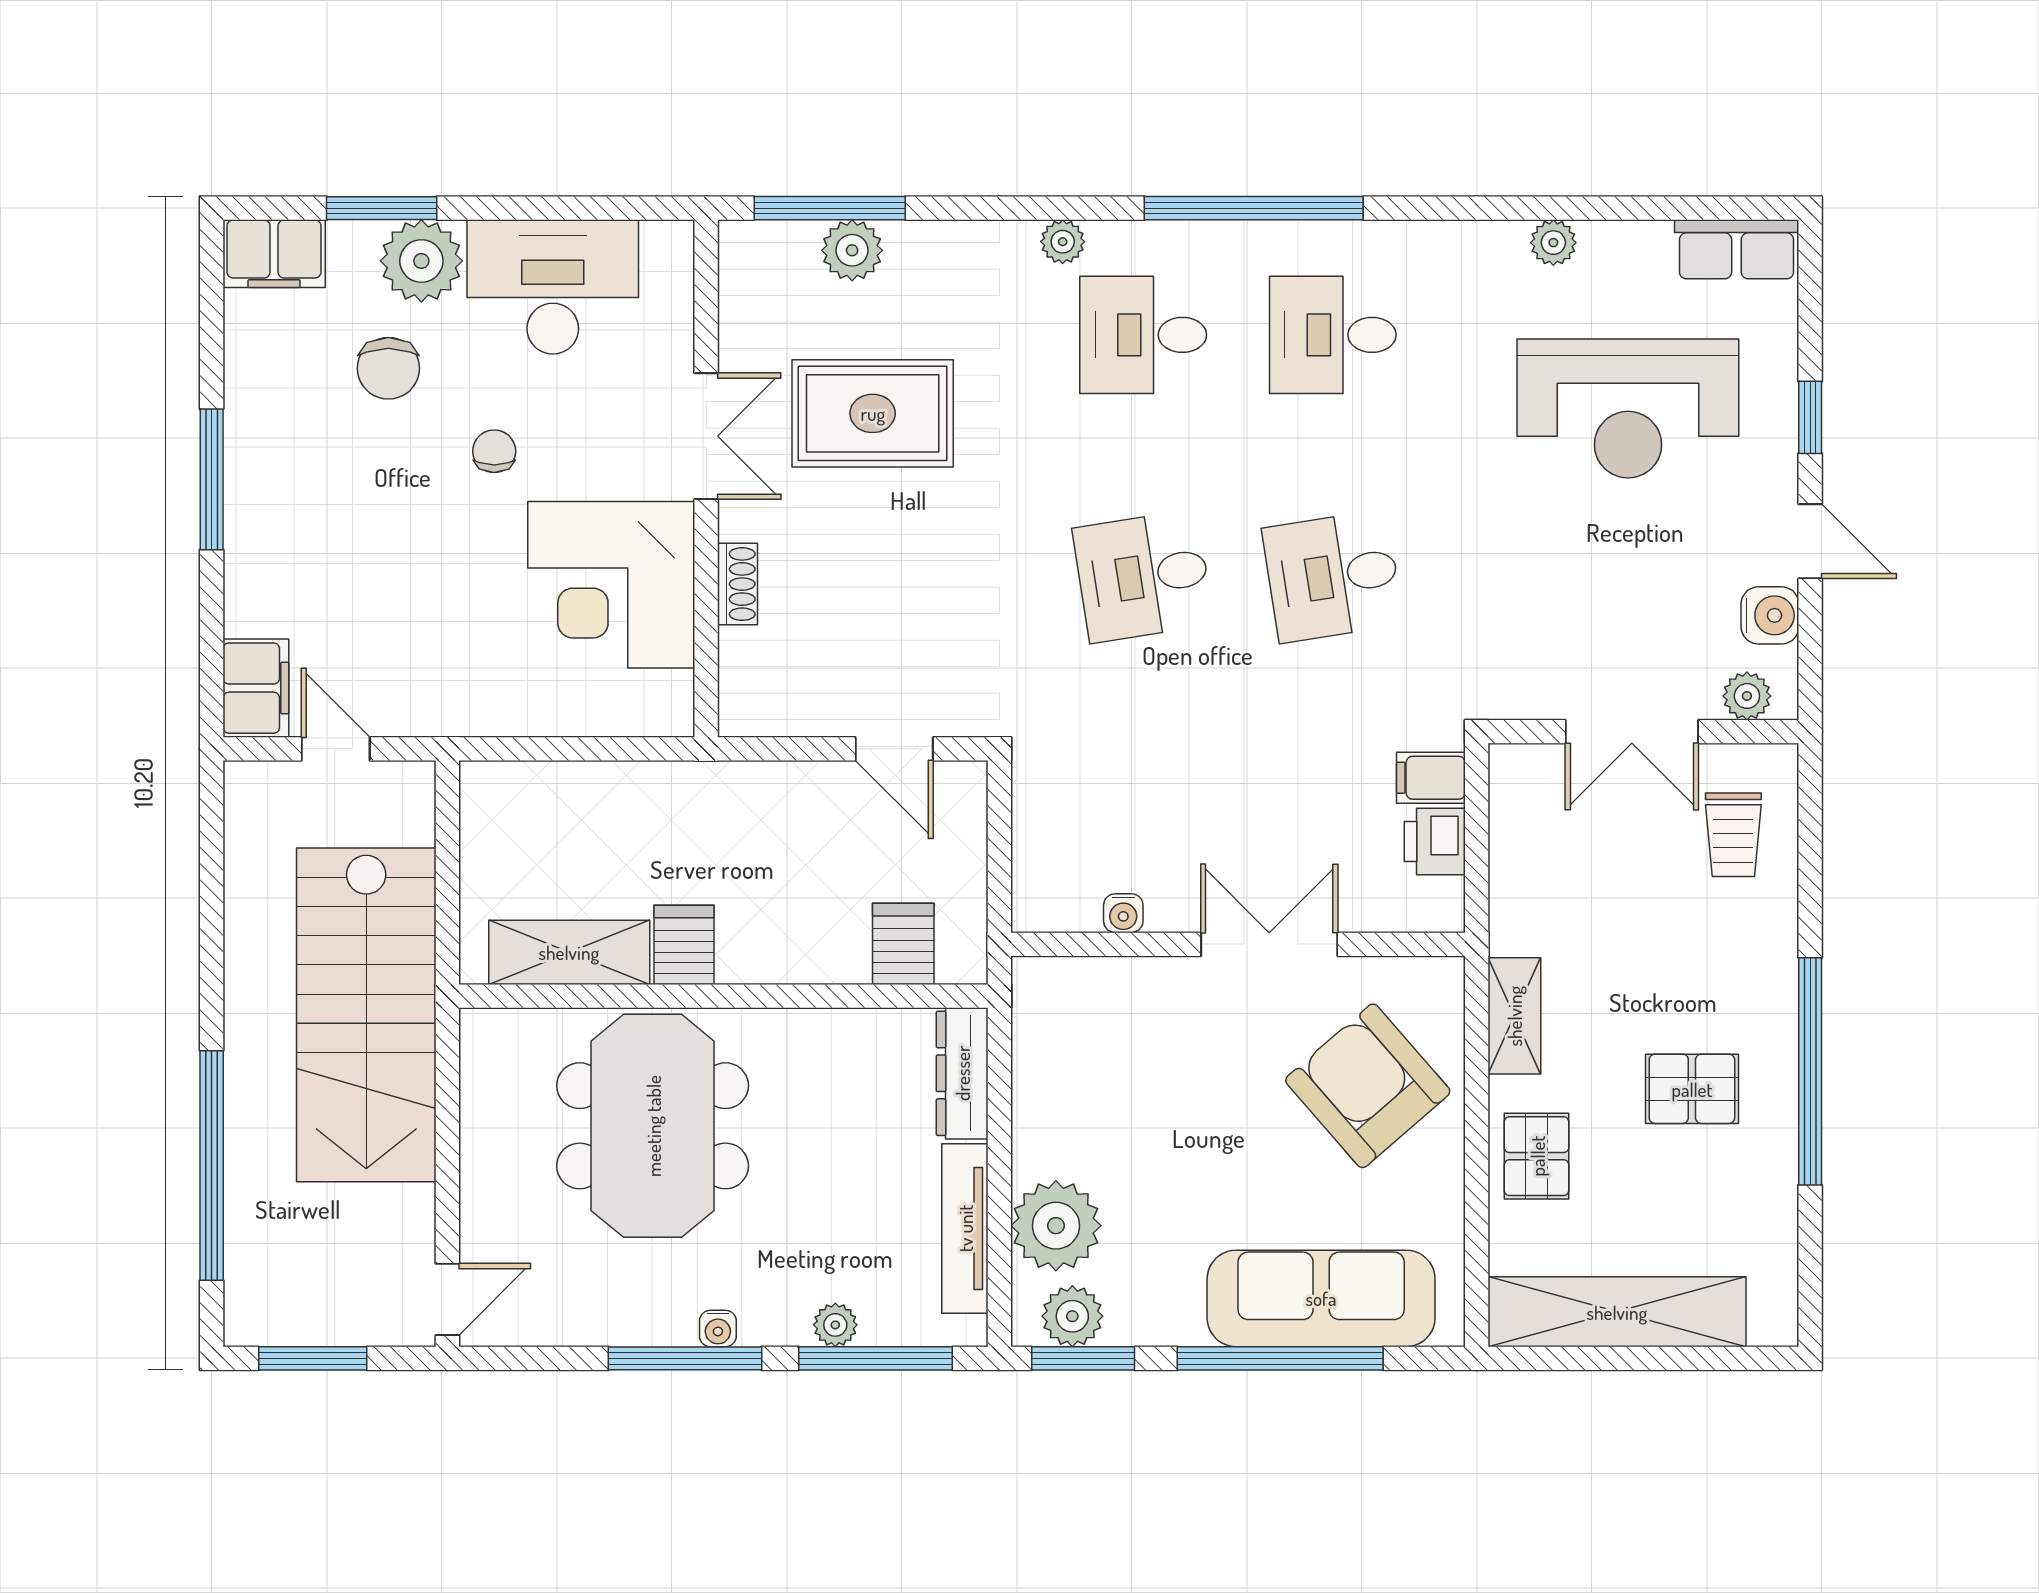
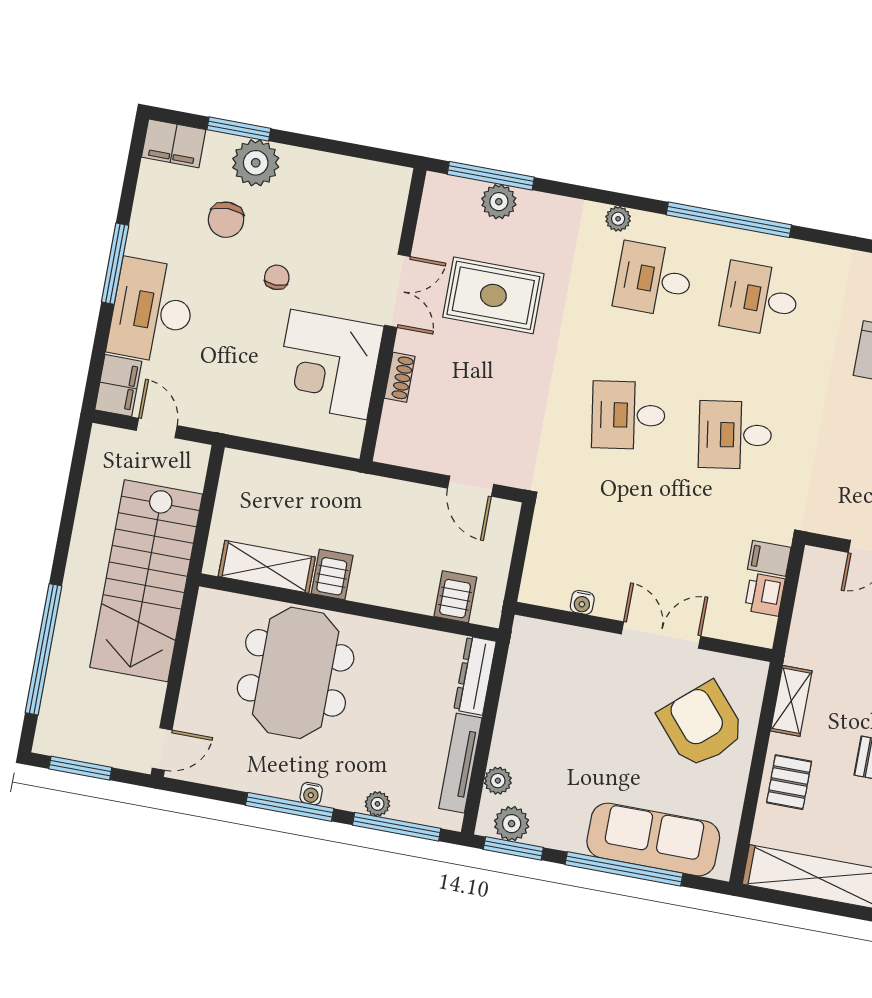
desk: (553, 287) -> (152, 311), moved, turned -90
plant: (1056, 1226) -> (498, 781), width x0.53, depth x0.53

